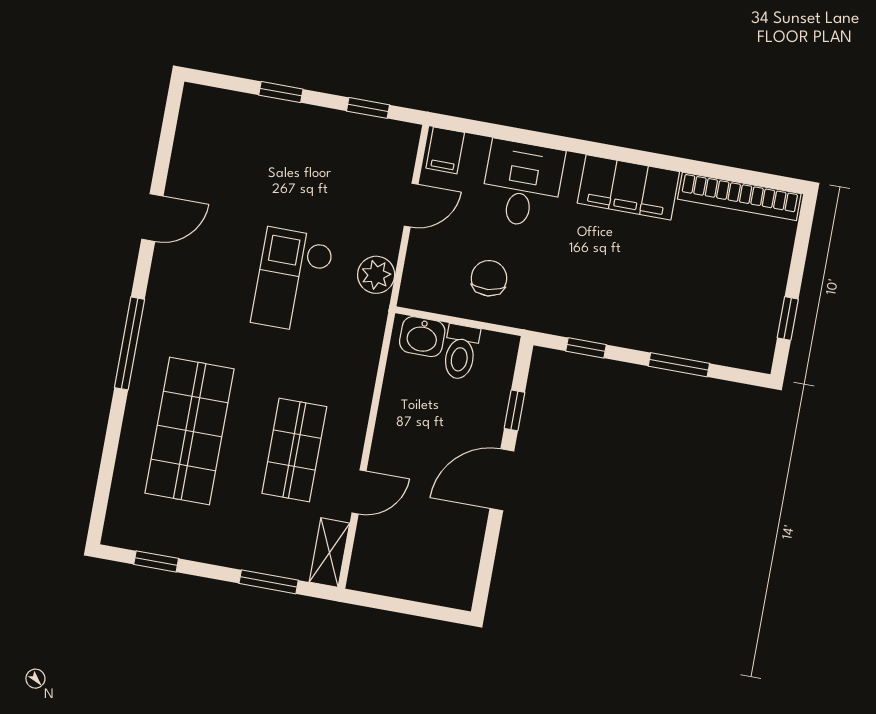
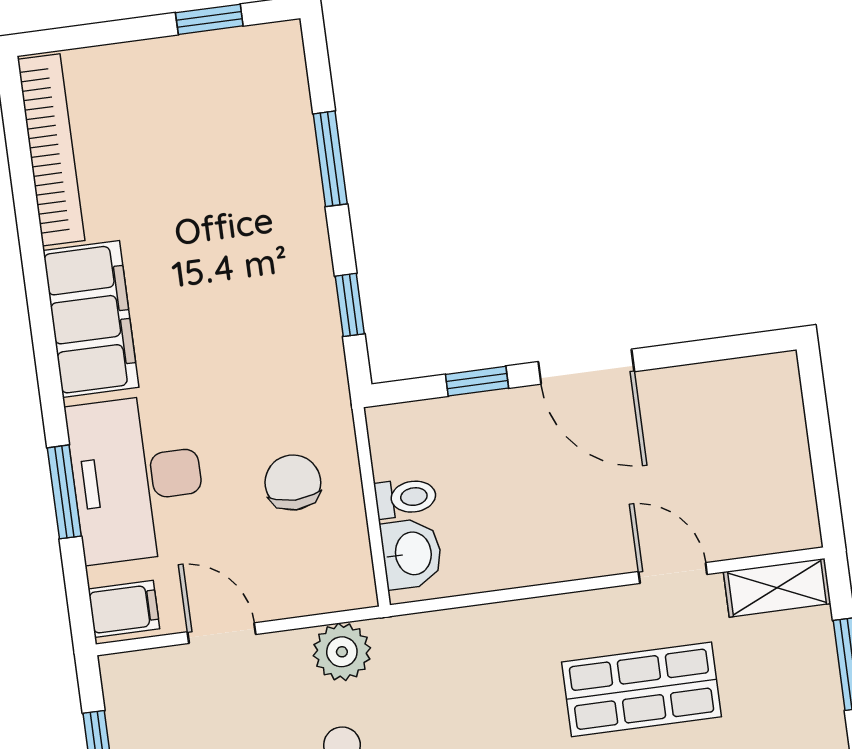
window: (528, 137) -> (64, 492), added
desk: (522, 184) -> (137, 478), width x1.37
chair: (489, 278) -> (293, 483), turned 95
toilet: (461, 352) -> (406, 498), width x0.73, depth x0.72

